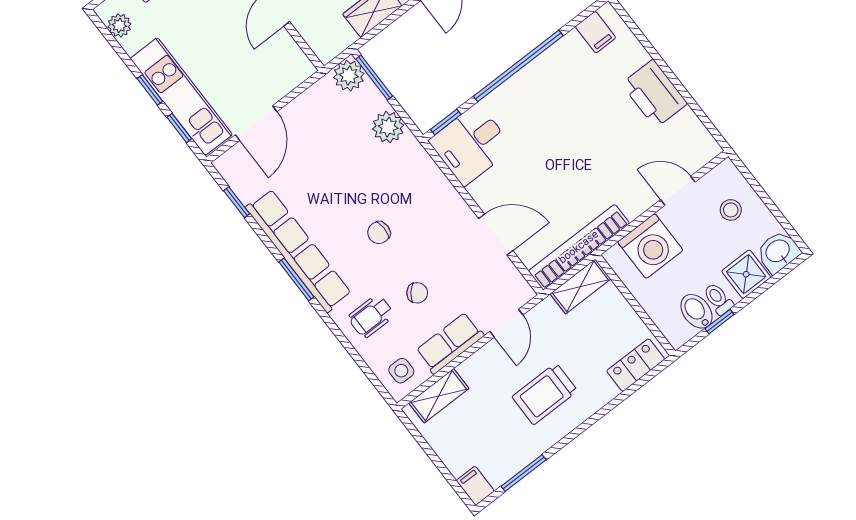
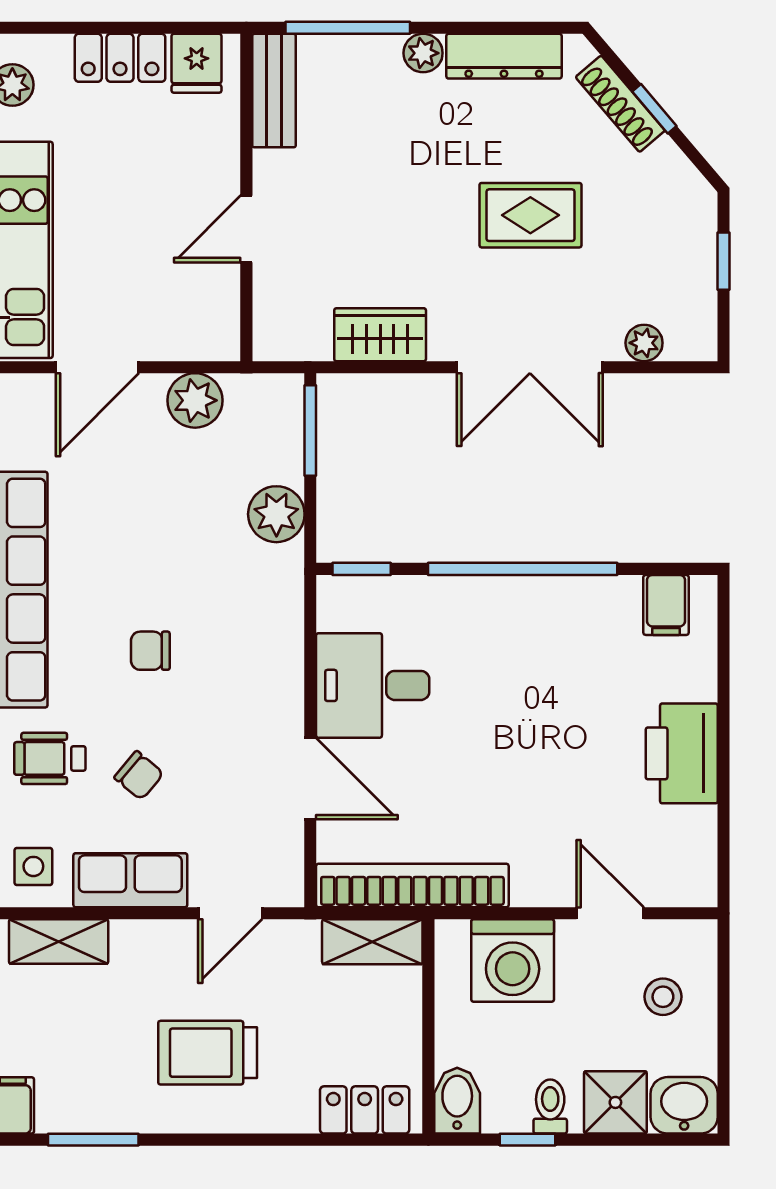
plant: (349, 76) -> (195, 400), moved
desk: (471, 144) -> (373, 685), moved
bidet: (697, 311) -> (457, 1101), moved

